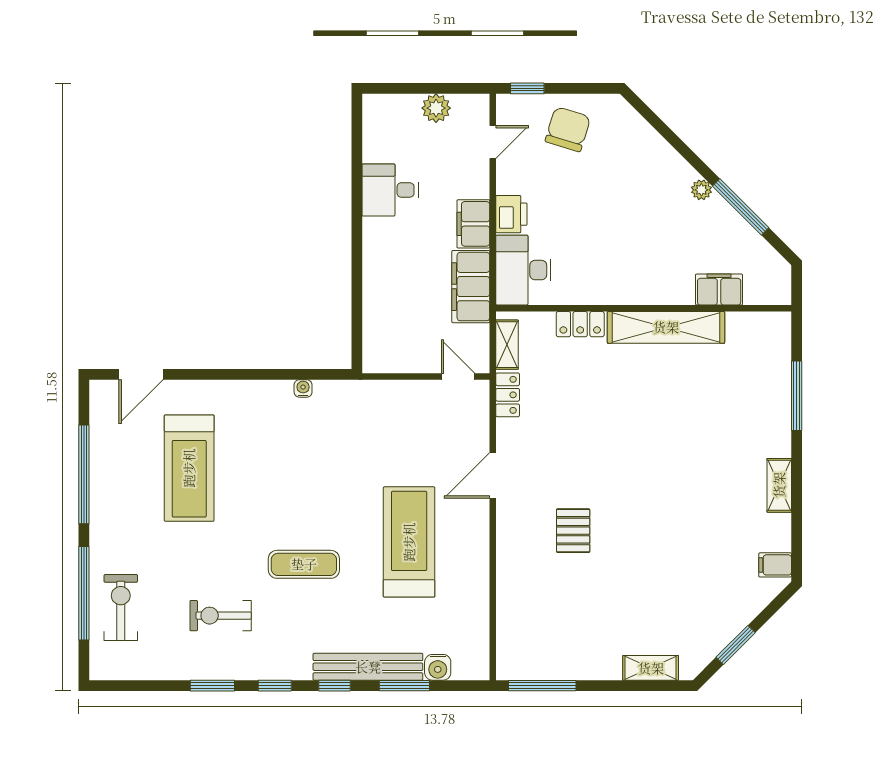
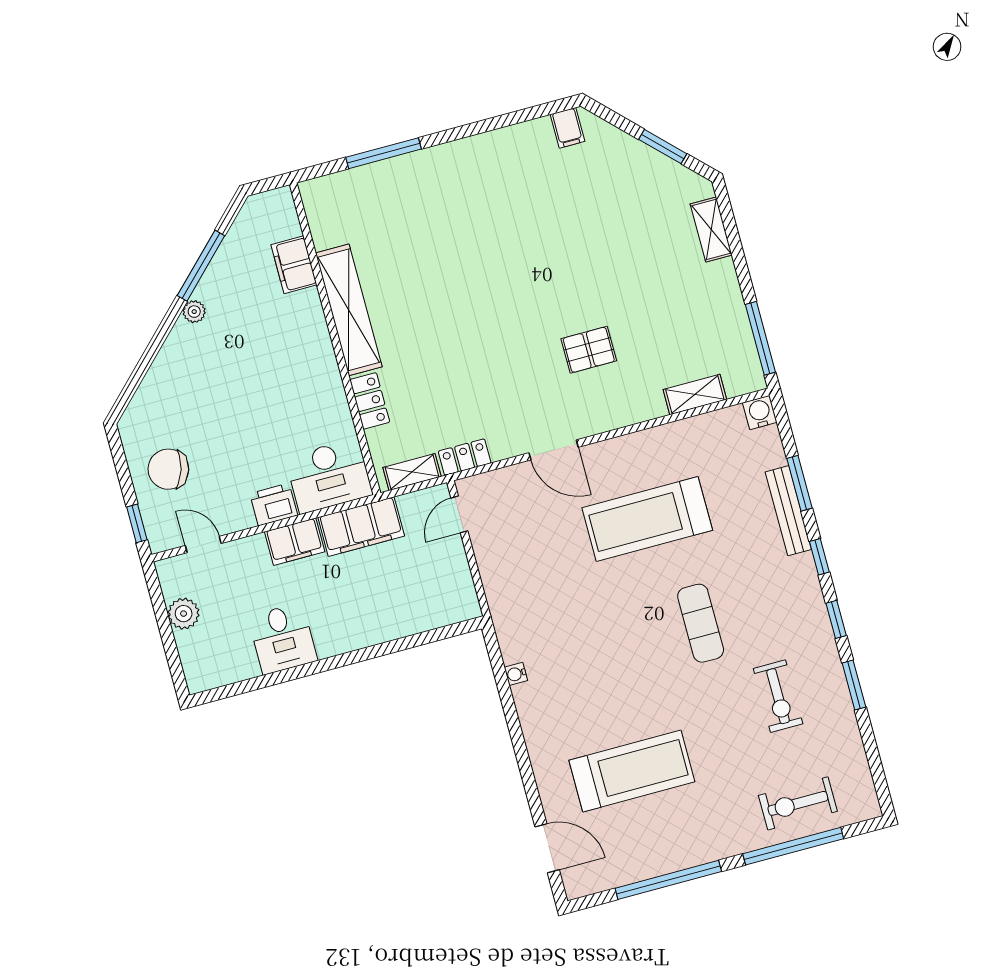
shelving: (779, 485) -> (695, 395), moved
bench: (368, 667) -> (788, 511), width x0.73, depth x0.82
water cooler: (438, 667) -> (760, 412), moved, turned -90

